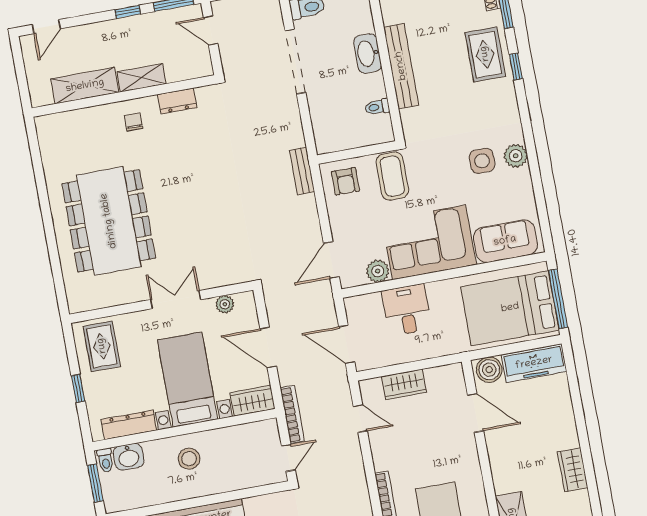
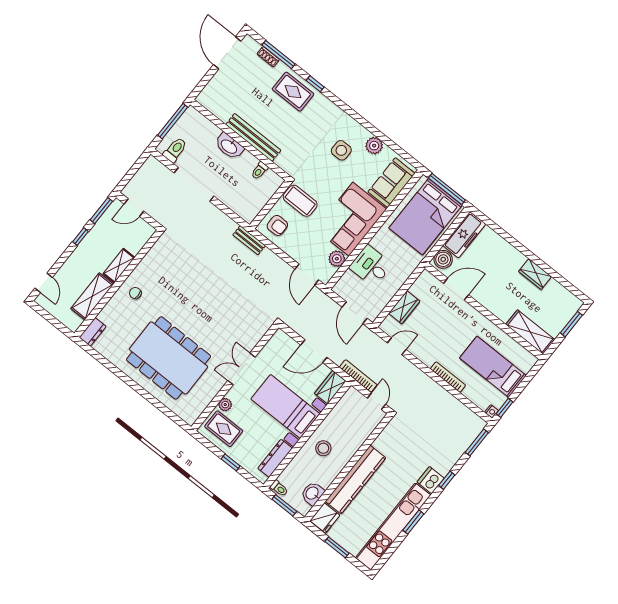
dresser: (177, 101) -> (93, 332), moved
plant: (516, 156) -> (374, 146), moved
plant: (225, 304) -> (225, 405), moved
door: (347, 344) -> (355, 313), hinge flipped
washbasin: (129, 457) -> (312, 493), moved, turned 180

